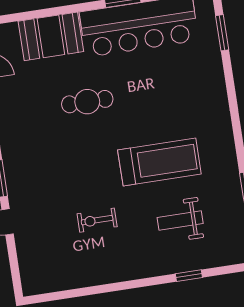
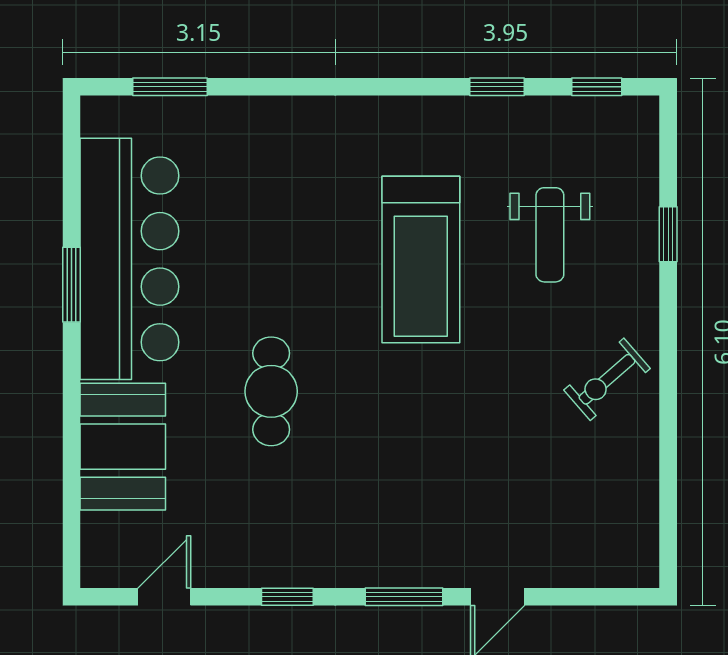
treadmill: (159, 162) -> (421, 260), turned 180
exercise bike: (97, 220) -> (607, 379), moved, turned 49

